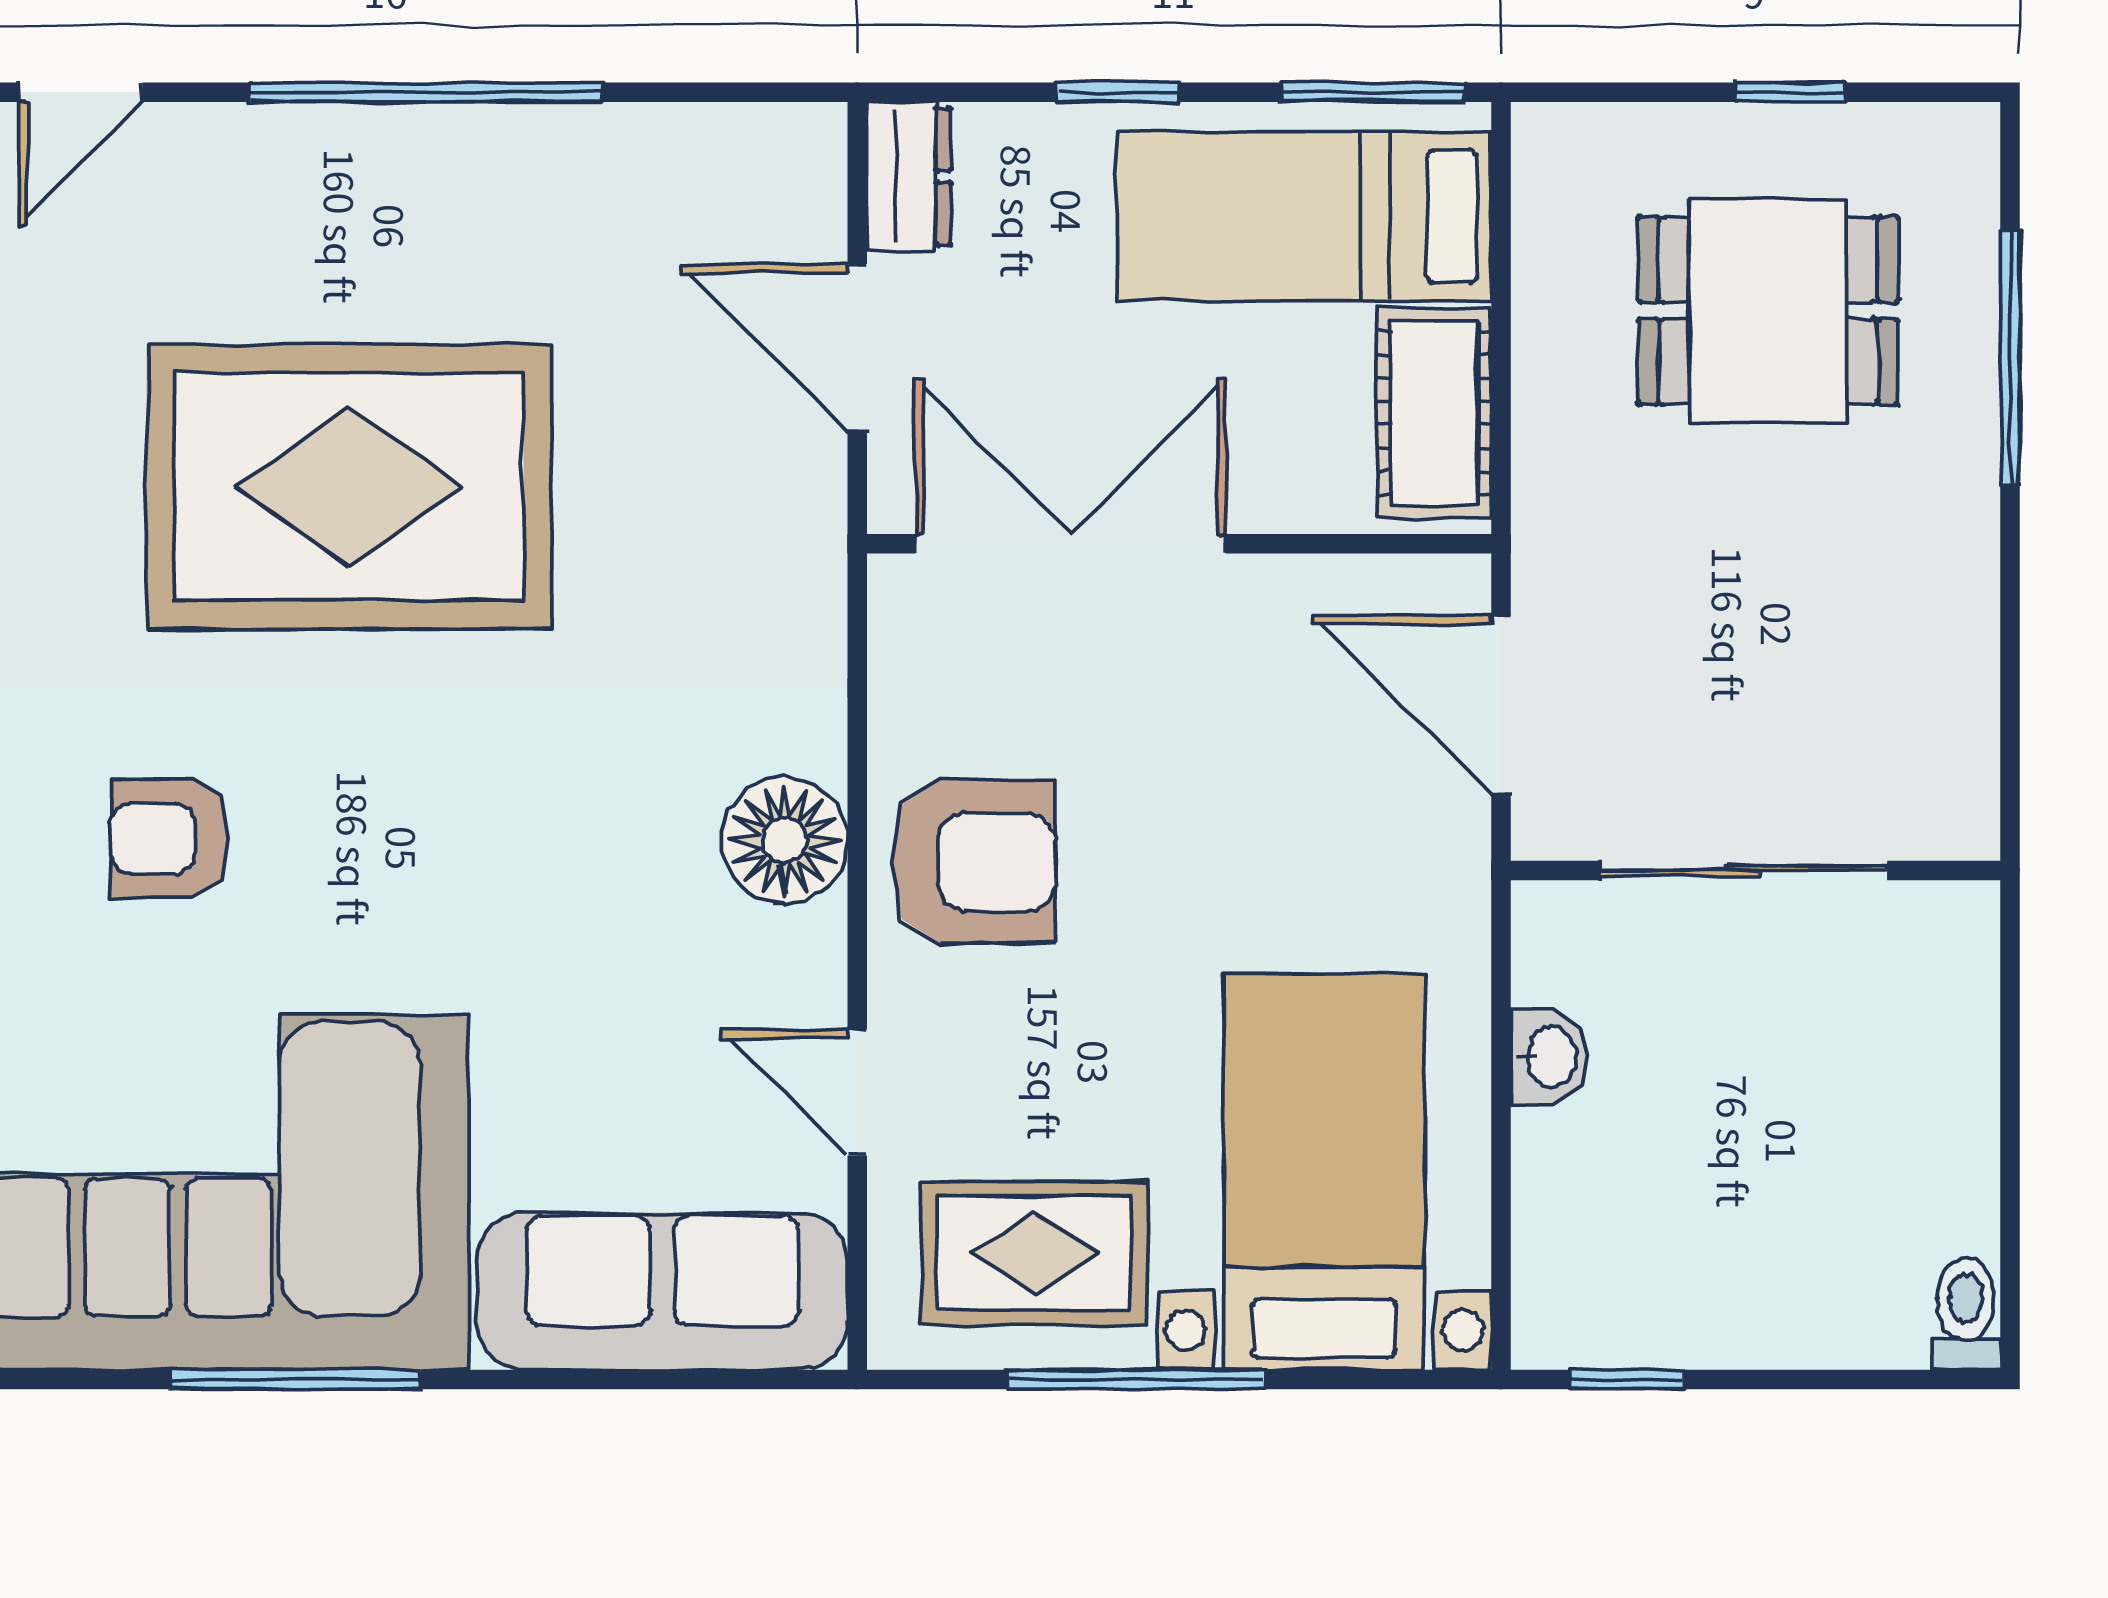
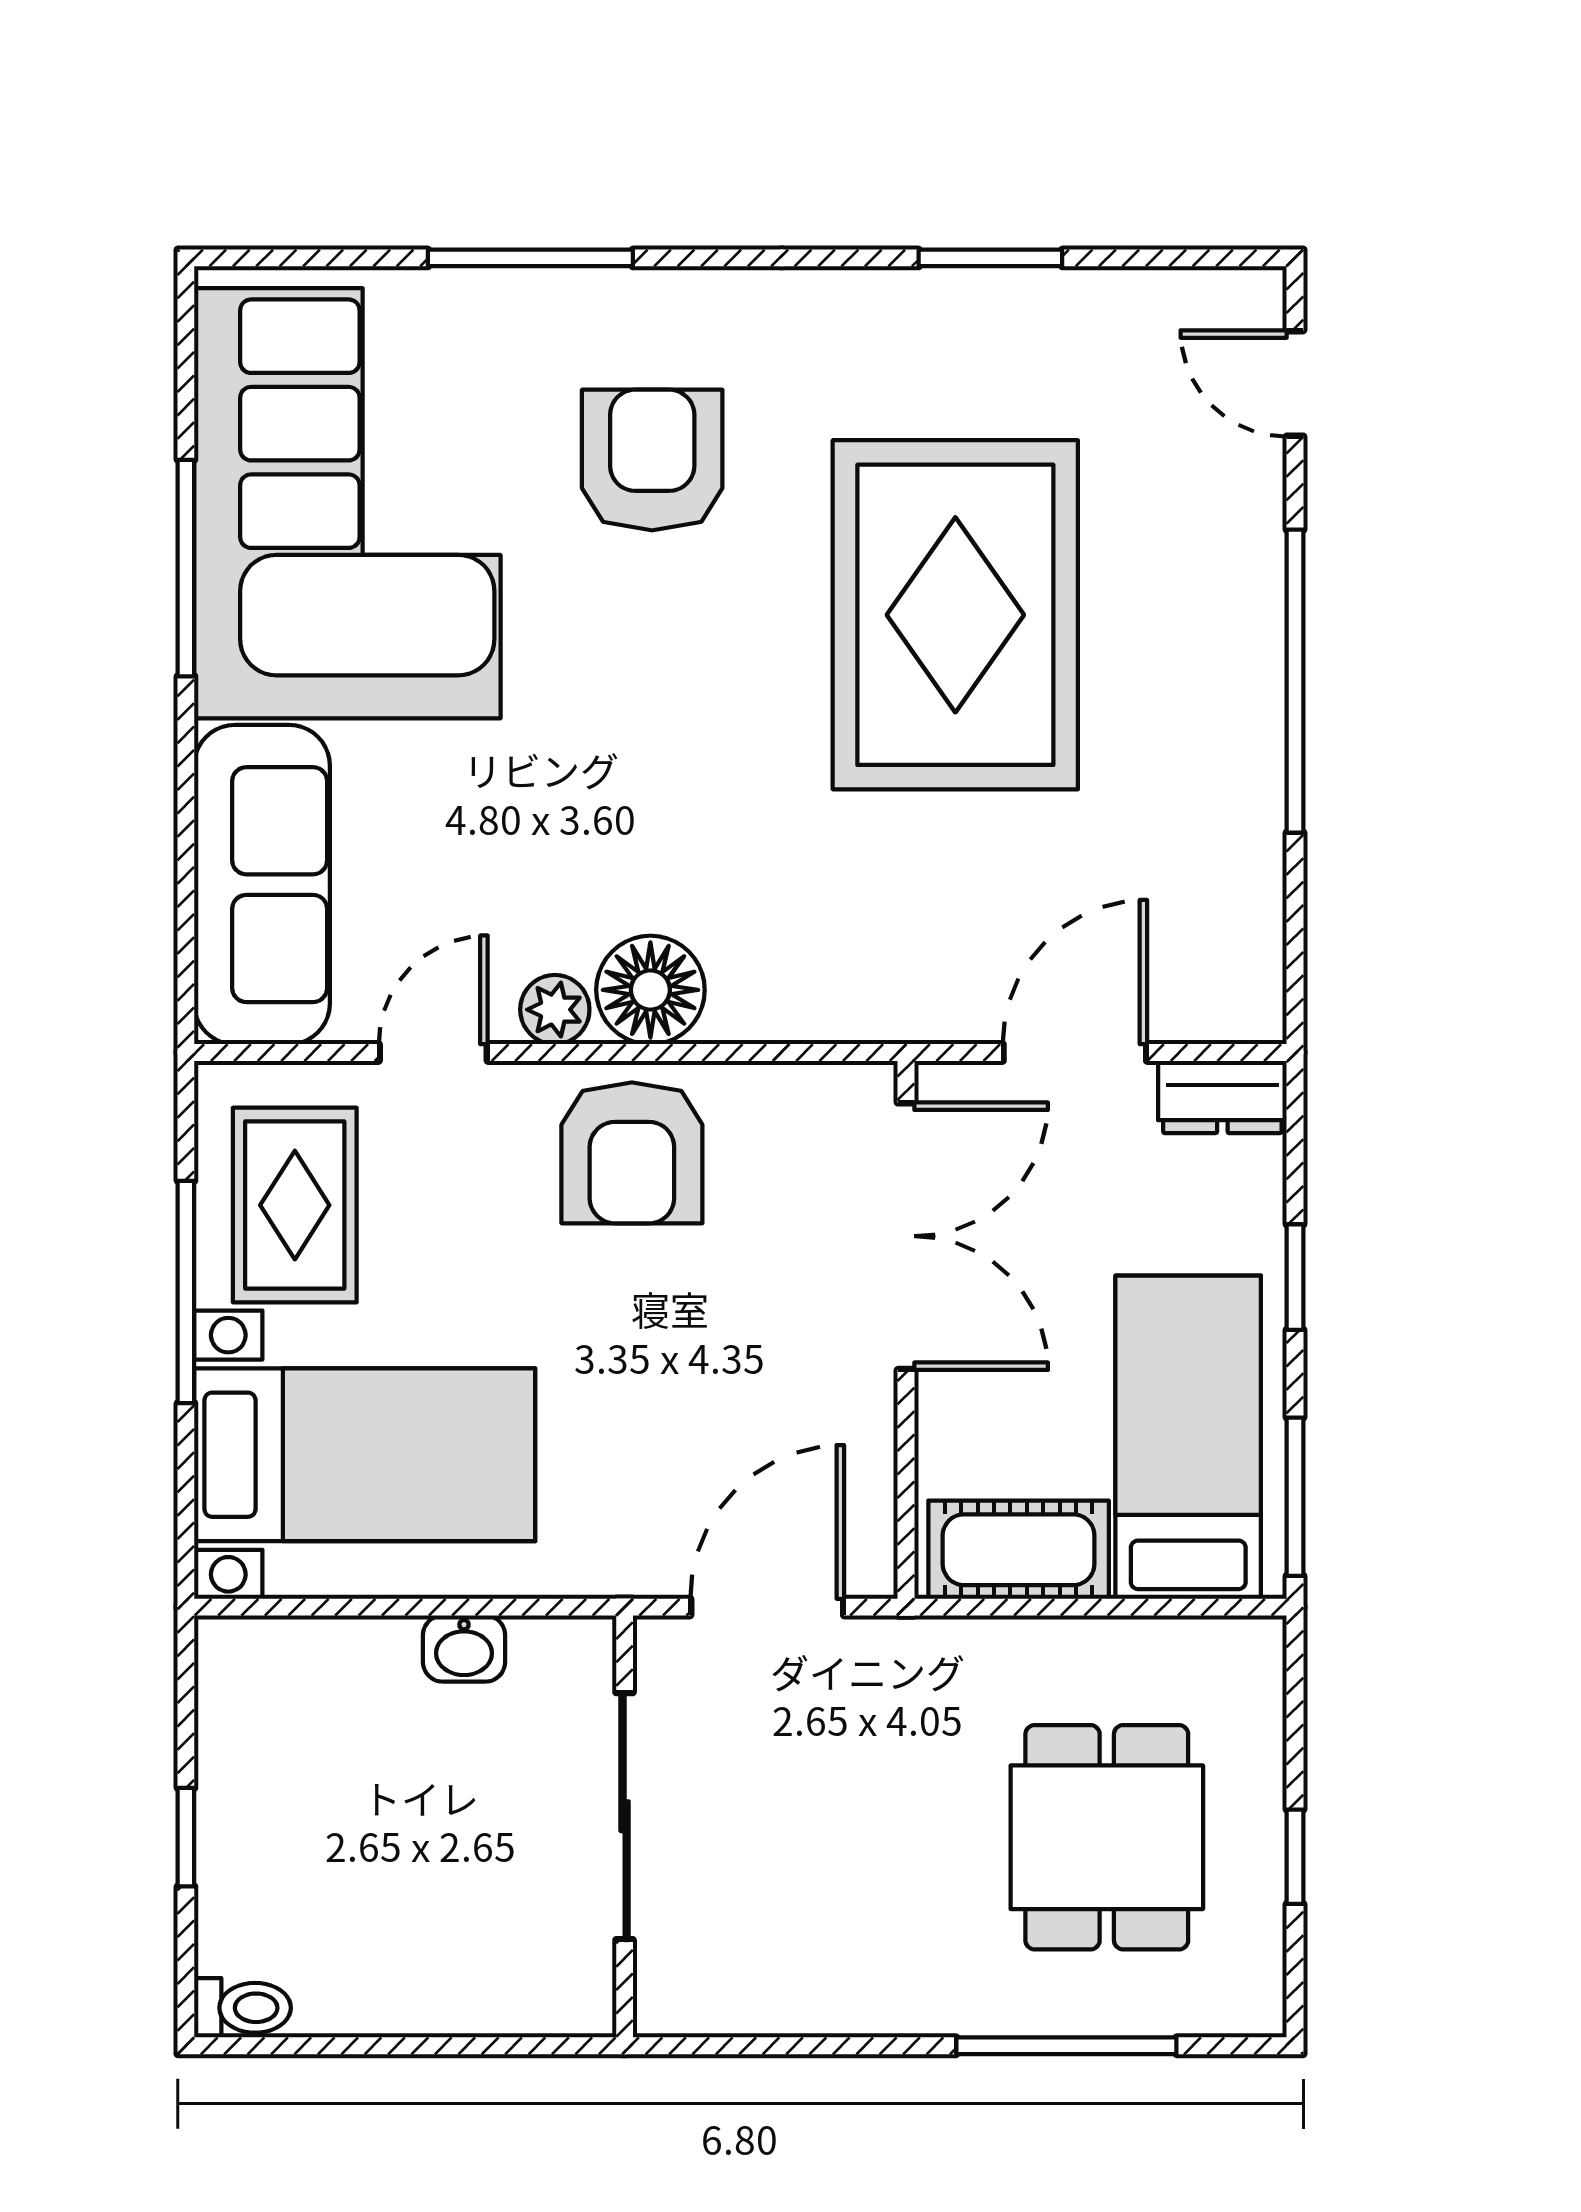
armchair: (169, 838) -> (652, 460), width x1.38, depth x1.38
plant: (807, 951) -> (555, 1010), added
window: (1626, 1380) -> (186, 1837), moved

